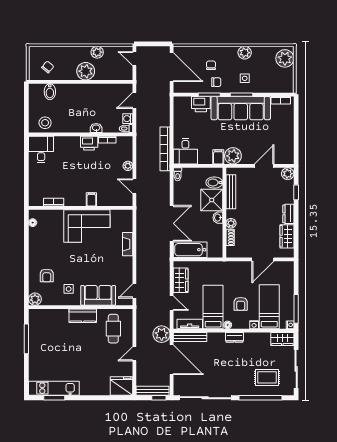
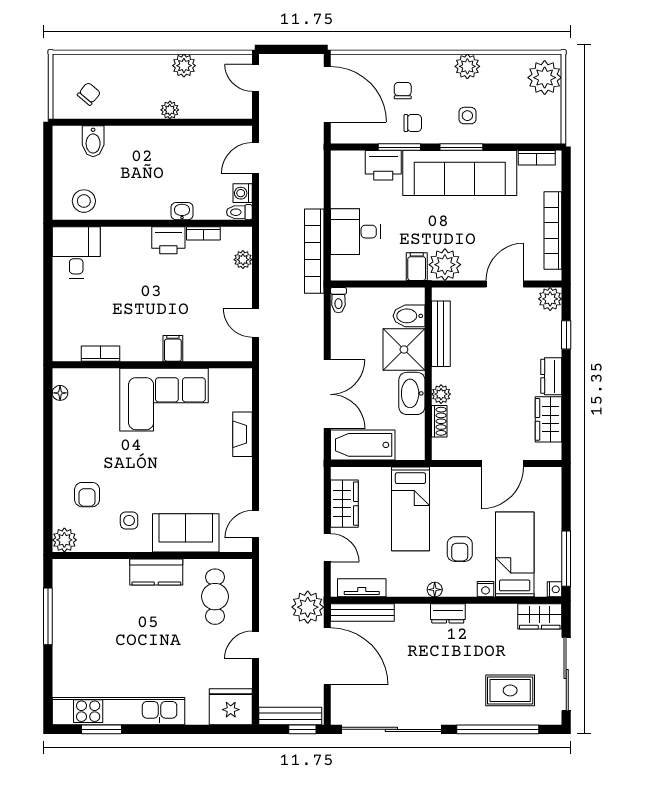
plant: (86, 71) -> (170, 110), width x0.53, depth x0.53
bookcase: (289, 138) -> (553, 231), added
desk: (185, 151) -> (355, 232), moved, turned 90
plant: (128, 166) -> (243, 260), moved
washbasin: (218, 218) -> (412, 393), width x1.91, depth x1.45
bed: (213, 307) -> (410, 509), moved, turned 180
kitchen unit: (54, 388) -> (119, 711), width x1.36

